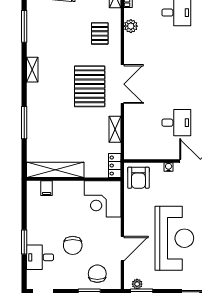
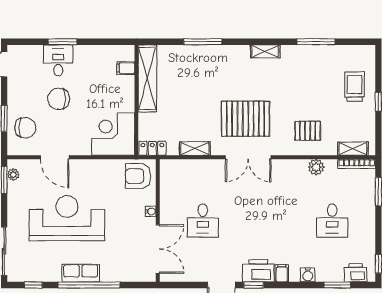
reception desk: (174, 238) -> (67, 218), turned 180
desk: (40, 257) -> (58, 61), moved

